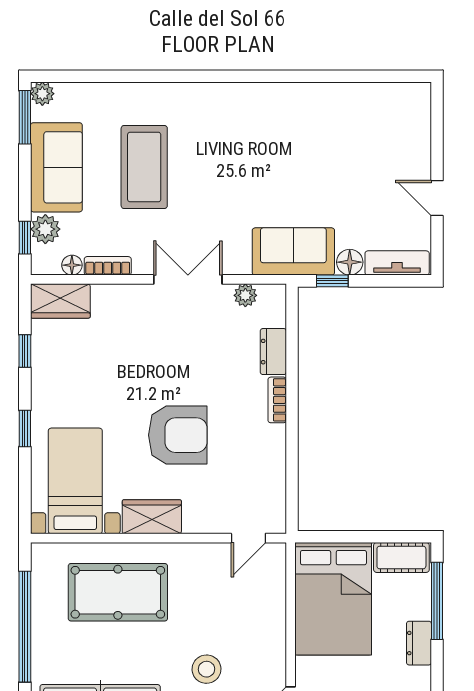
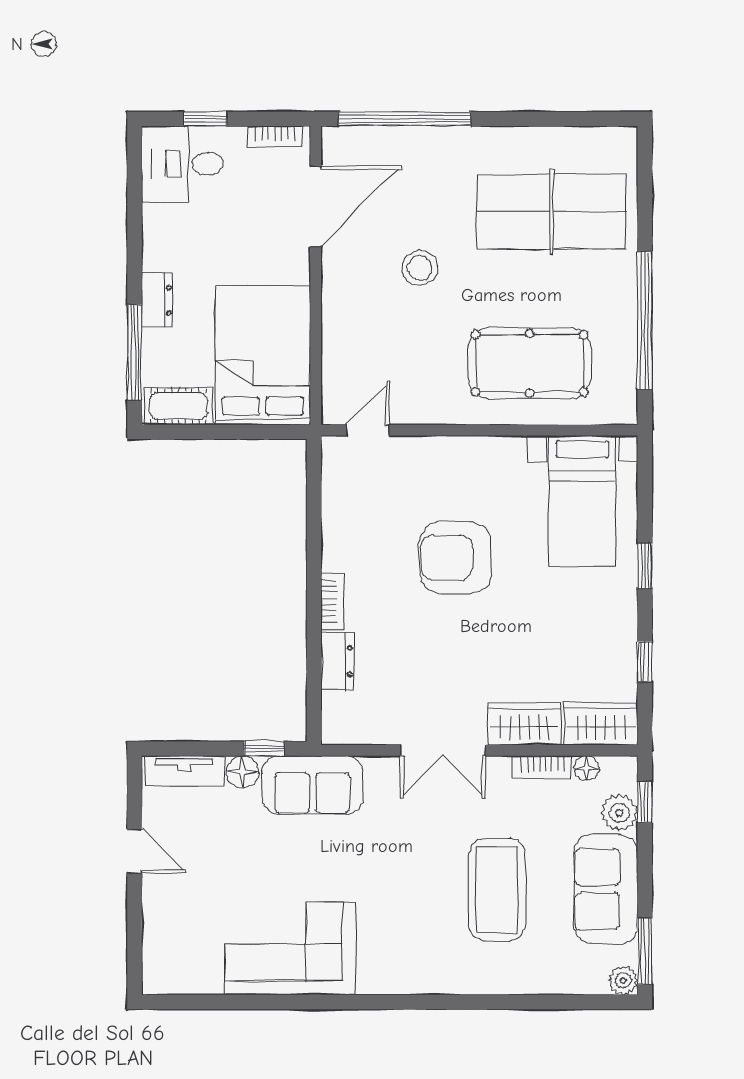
corner sofa: (311, 119) -> (290, 948), added
plant: (245, 295) -> (372, 731), removed
wardrobe: (152, 517) -> (525, 724), moved, turned 180

